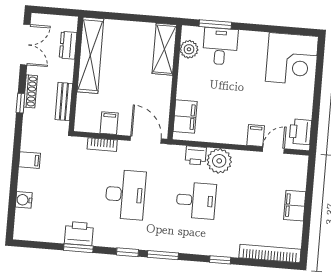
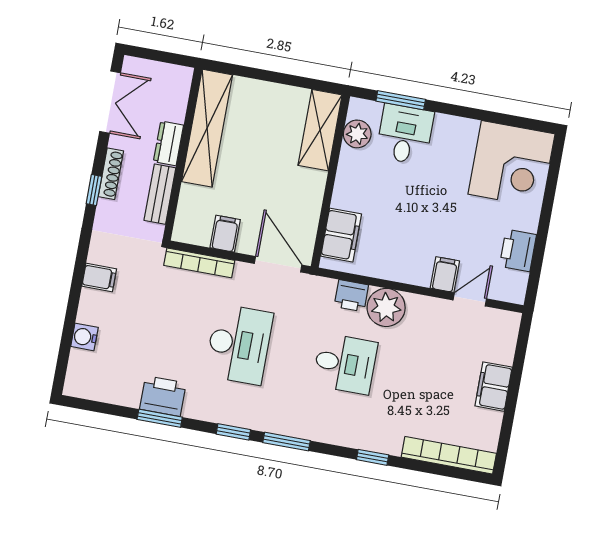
dresser: (68, 45) -> (169, 143), moved
printer: (300, 132) -> (518, 250), moved
bookcase: (102, 145) -> (199, 263), width x1.56

